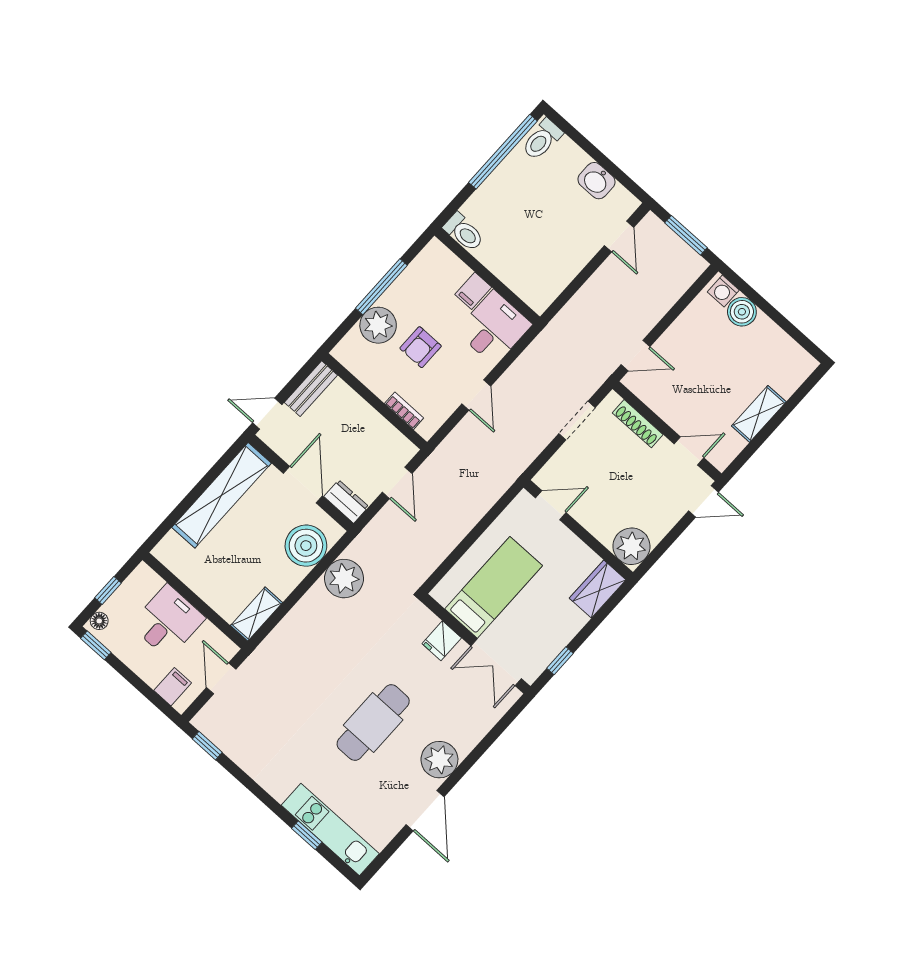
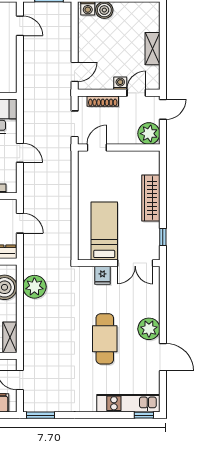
washing machine: (679, 421) -> (120, 83), added
door: (551, 505) -> (97, 148), moved
wall: (578, 530) -> (119, 148), moved
plant: (631, 546) -> (149, 134), moved
wardrobe: (598, 589) -> (151, 198), width x1.50
window: (207, 746) -> (41, 415), width x1.50
window: (307, 835) -> (144, 415), moved

